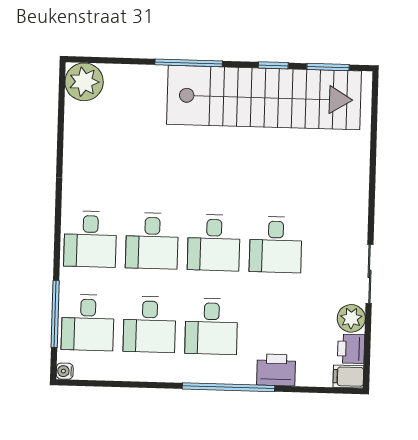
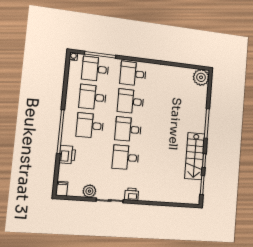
stairs: (264, 98) -> (195, 156), width x0.54, depth x0.66
printer: (351, 349) -> (132, 194), moved

